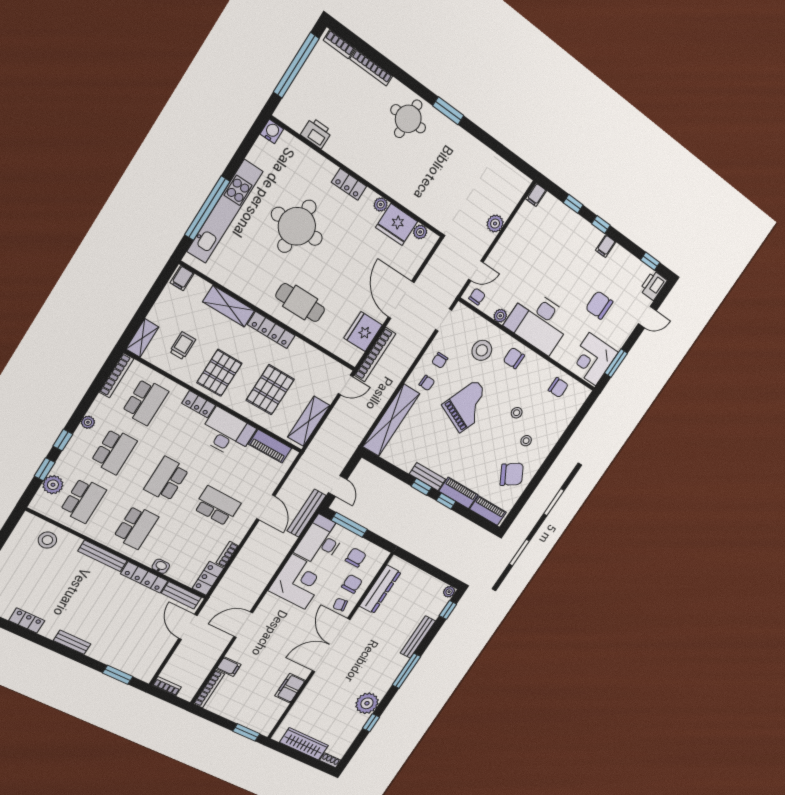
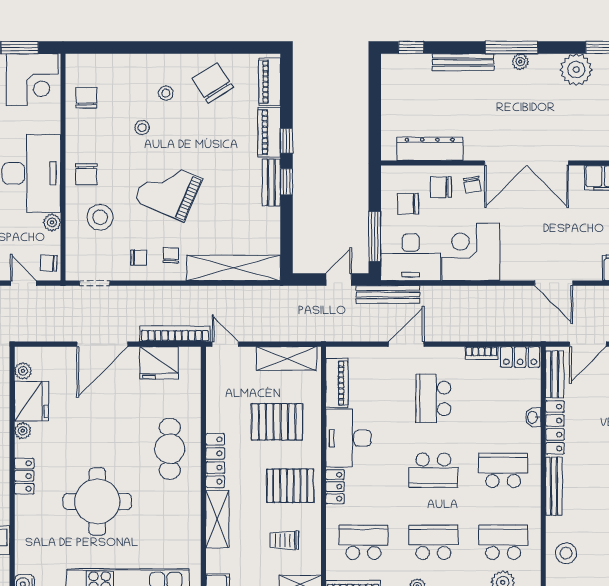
plant: (449, 592) -> (520, 62), moved

